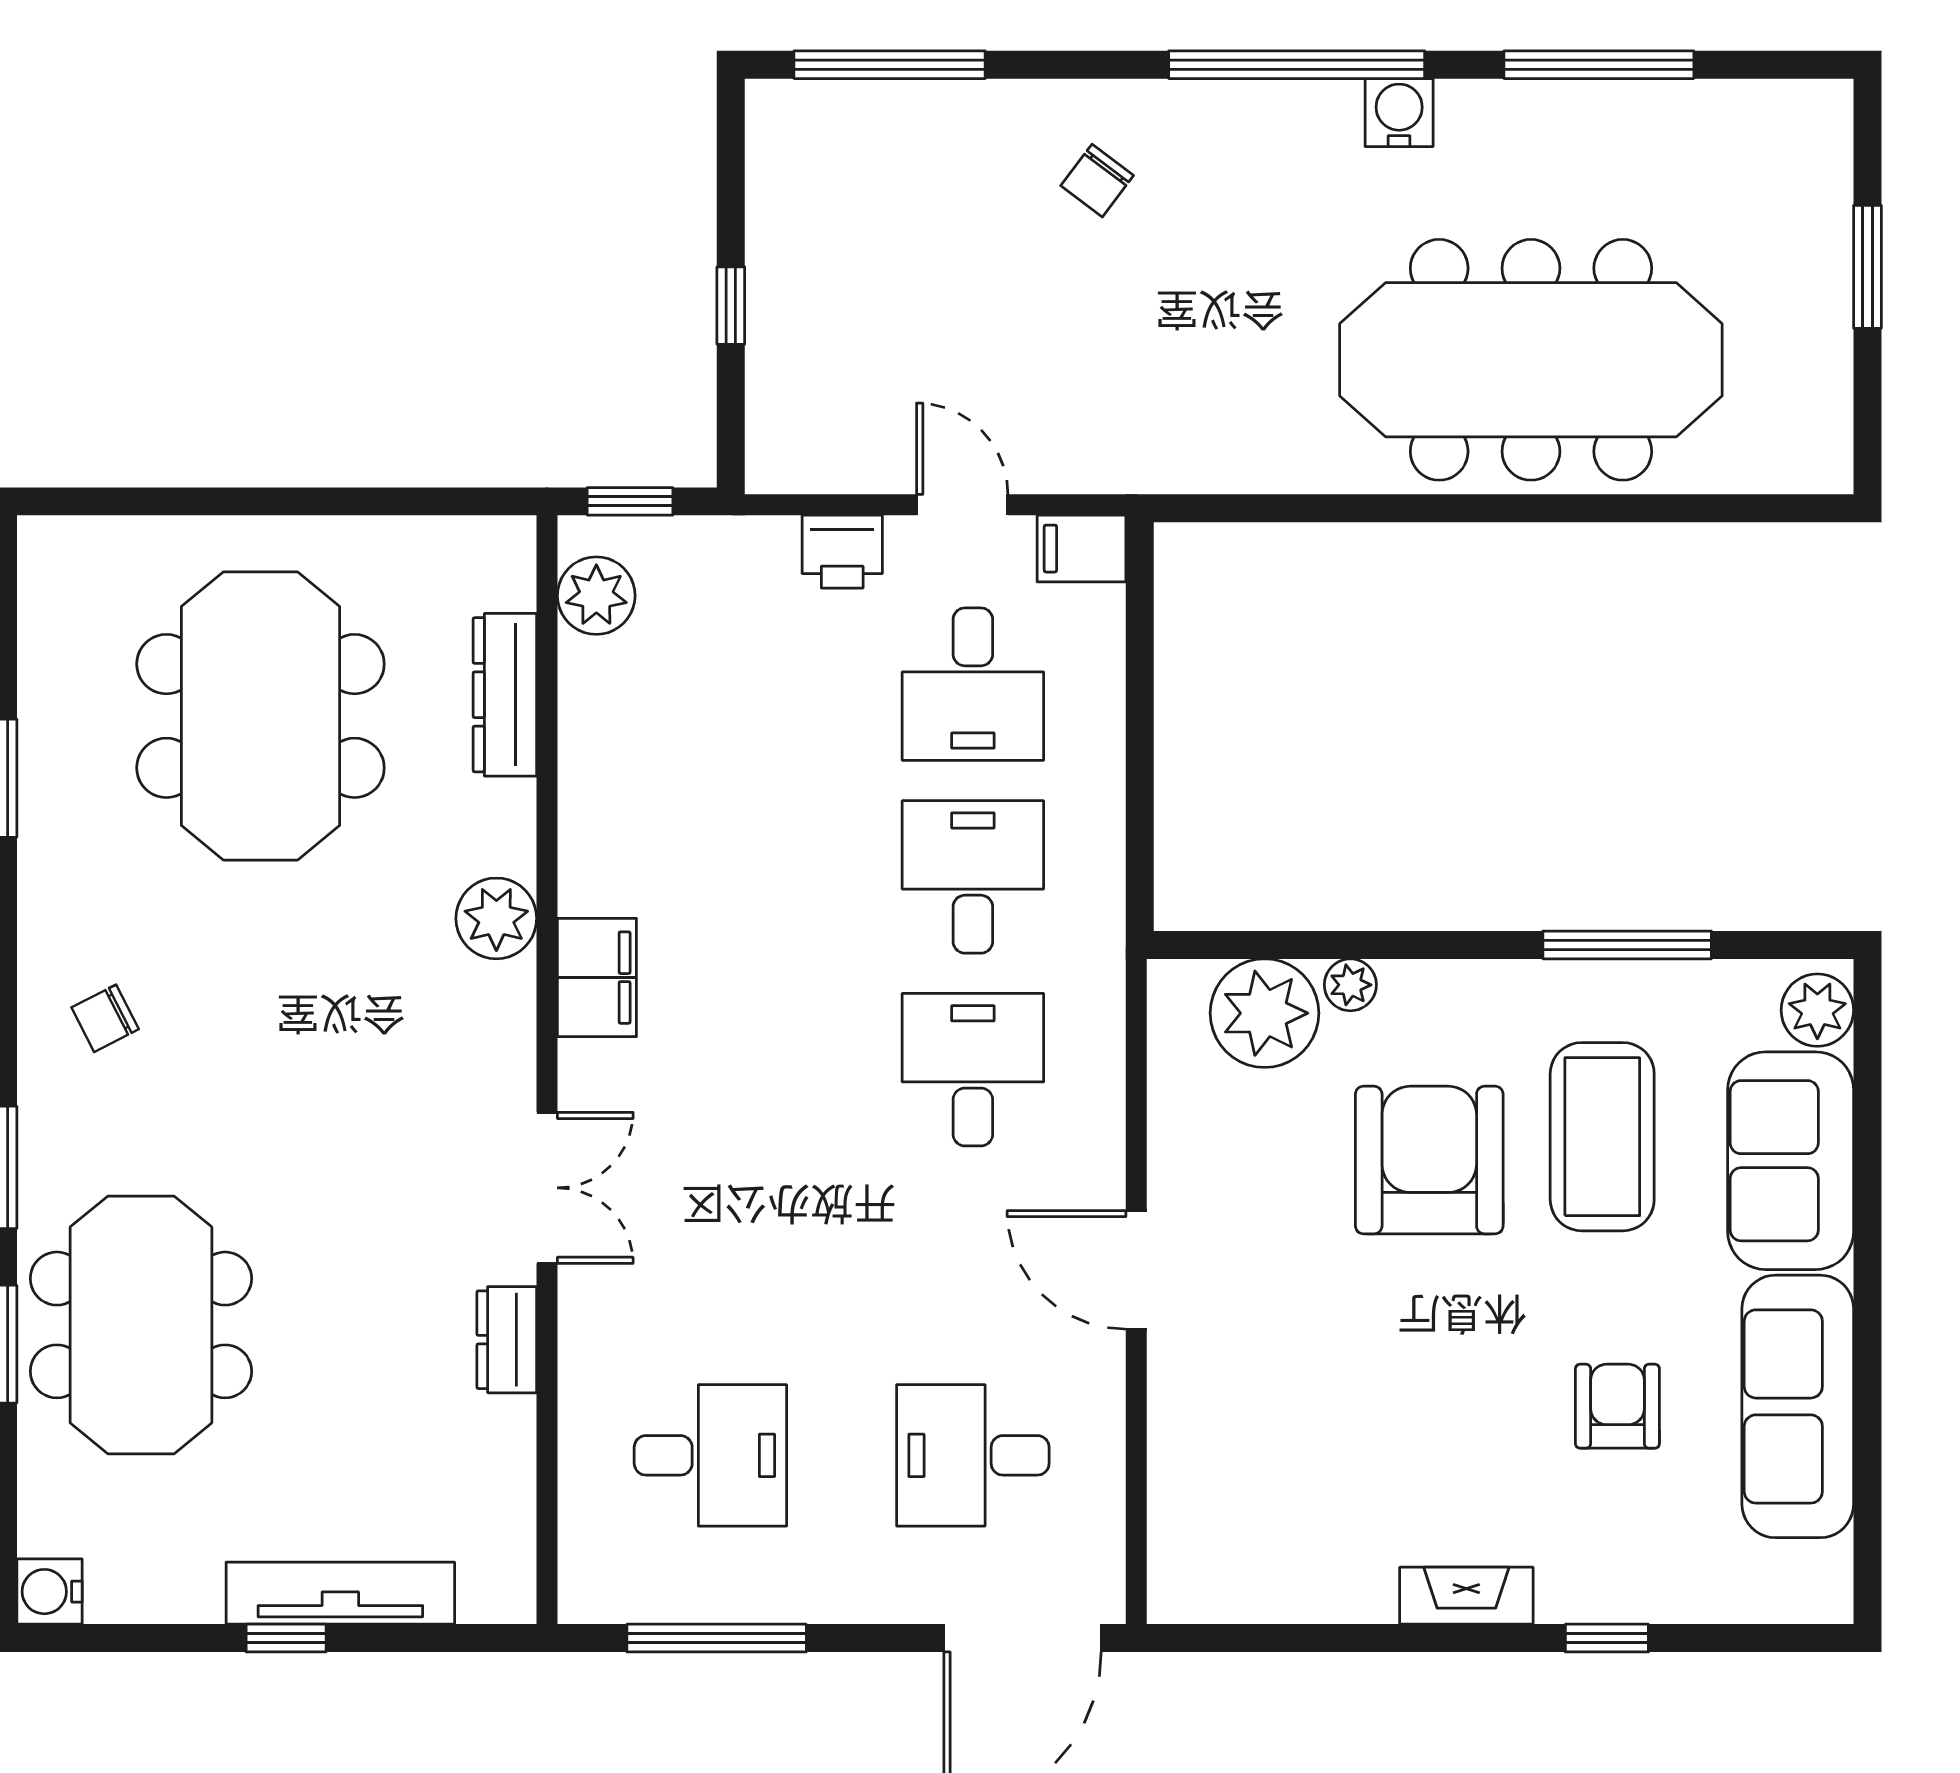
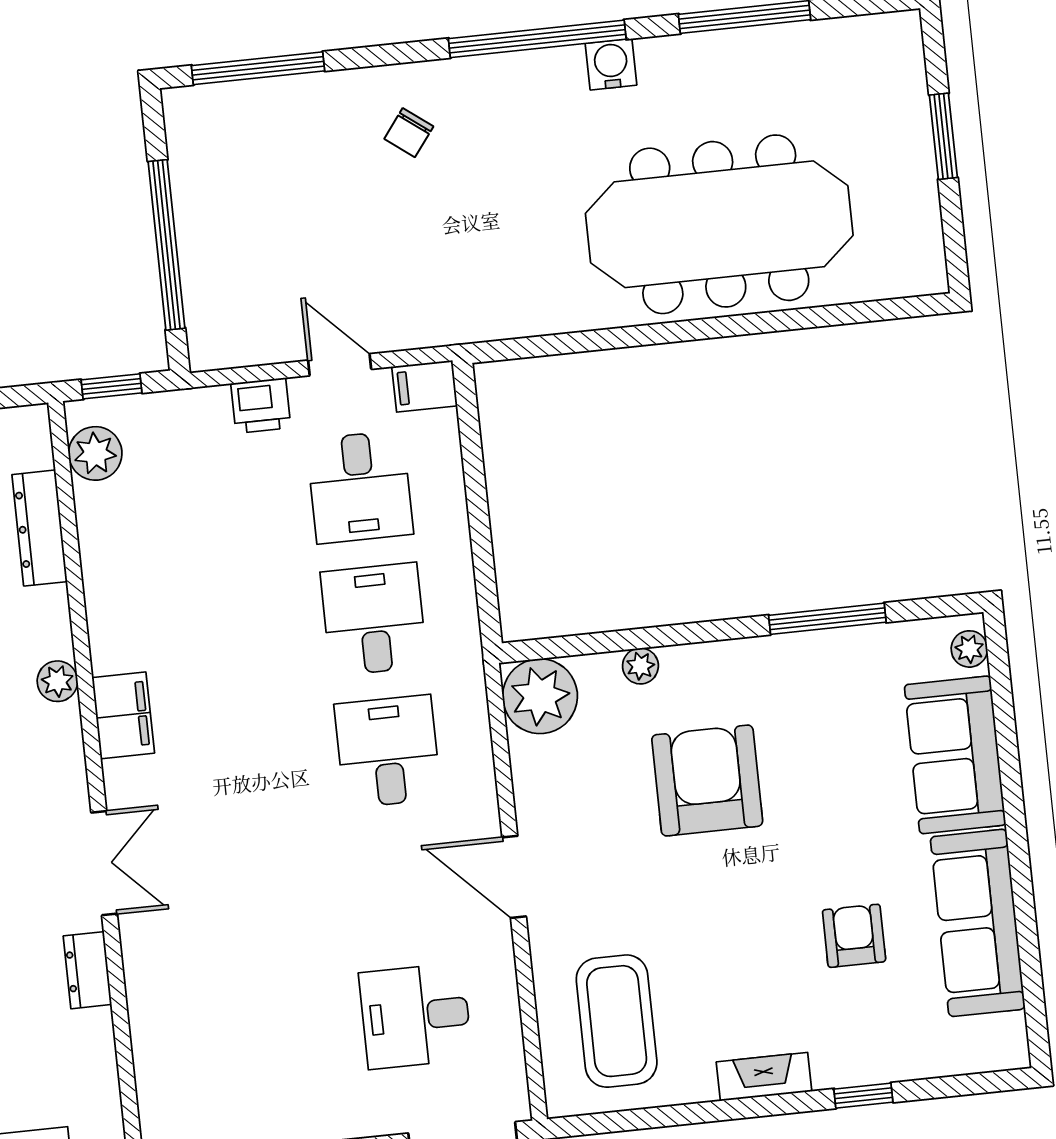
window: (731, 306) -> (167, 245), width x3.17
plant: (496, 918) -> (57, 681), width x0.73, depth x0.73
plant: (1817, 1010) -> (969, 649), width x0.73, depth x0.73
plant: (1265, 1013) -> (540, 696), moved
coffee table: (1602, 1137) -> (617, 1021), moved
desk: (710, 1455) -> (235, 1035), removed

